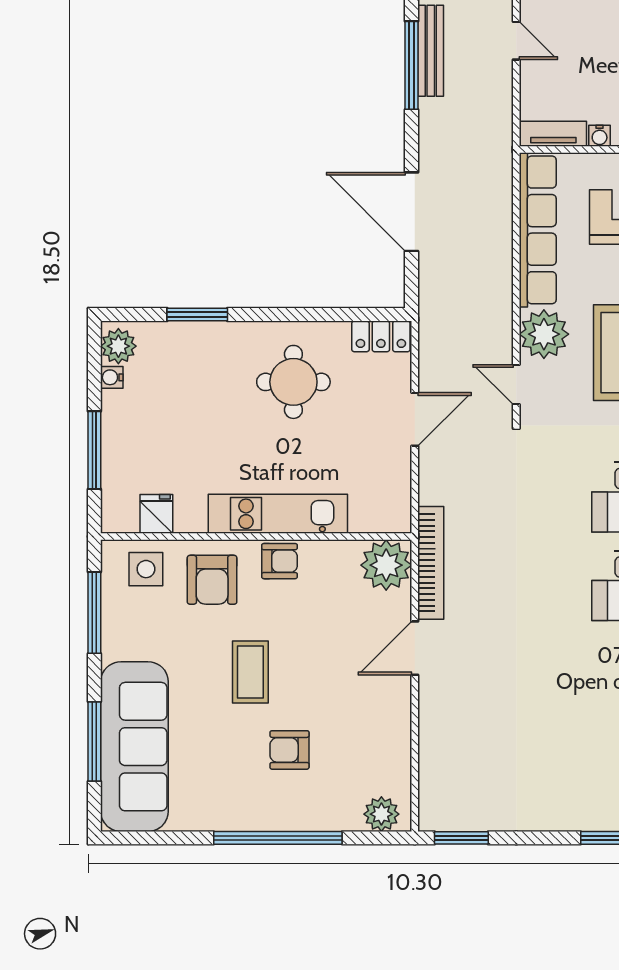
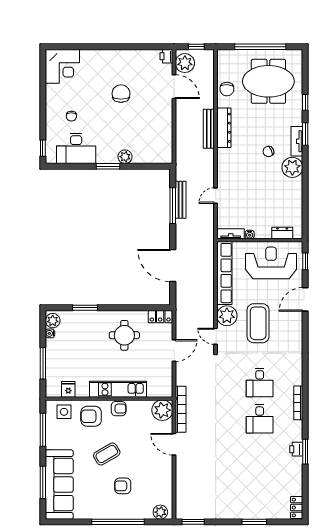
door: (516, 41) -> (216, 196), swing flipped
armchair: (212, 580) -> (91, 416), turned 90
door: (415, 648) -> (174, 444), hinge flipped
coffee table: (250, 672) -> (107, 454), turned 60

